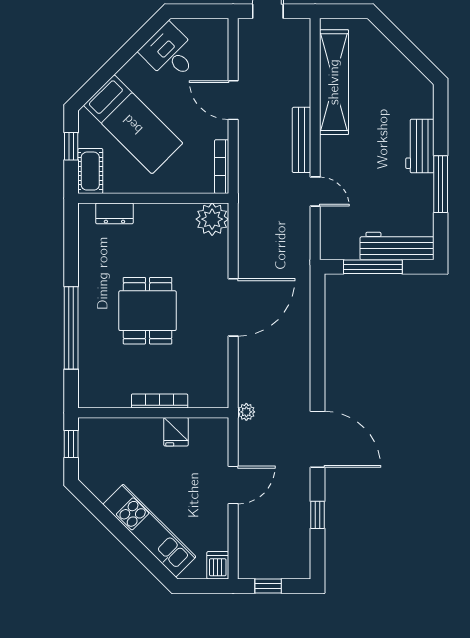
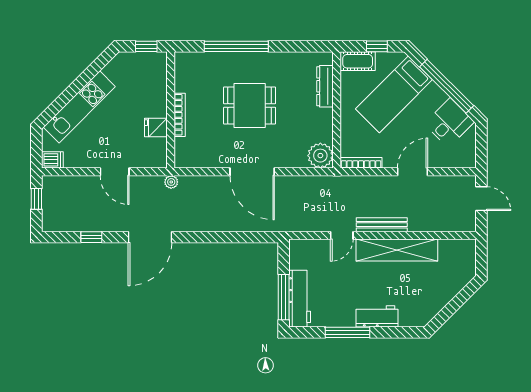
window: (123, 56) -> (447, 86), added
shelving: (334, 82) -> (397, 250), moved
dresser: (114, 213) -> (325, 86), width x1.44
window: (373, 267) -> (284, 297), moved

